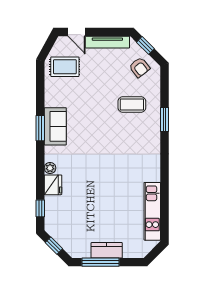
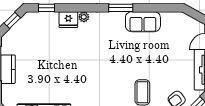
rug: (65, 67) -> (177, 31), removed
sofa: (55, 126) -> (143, 22), moved

